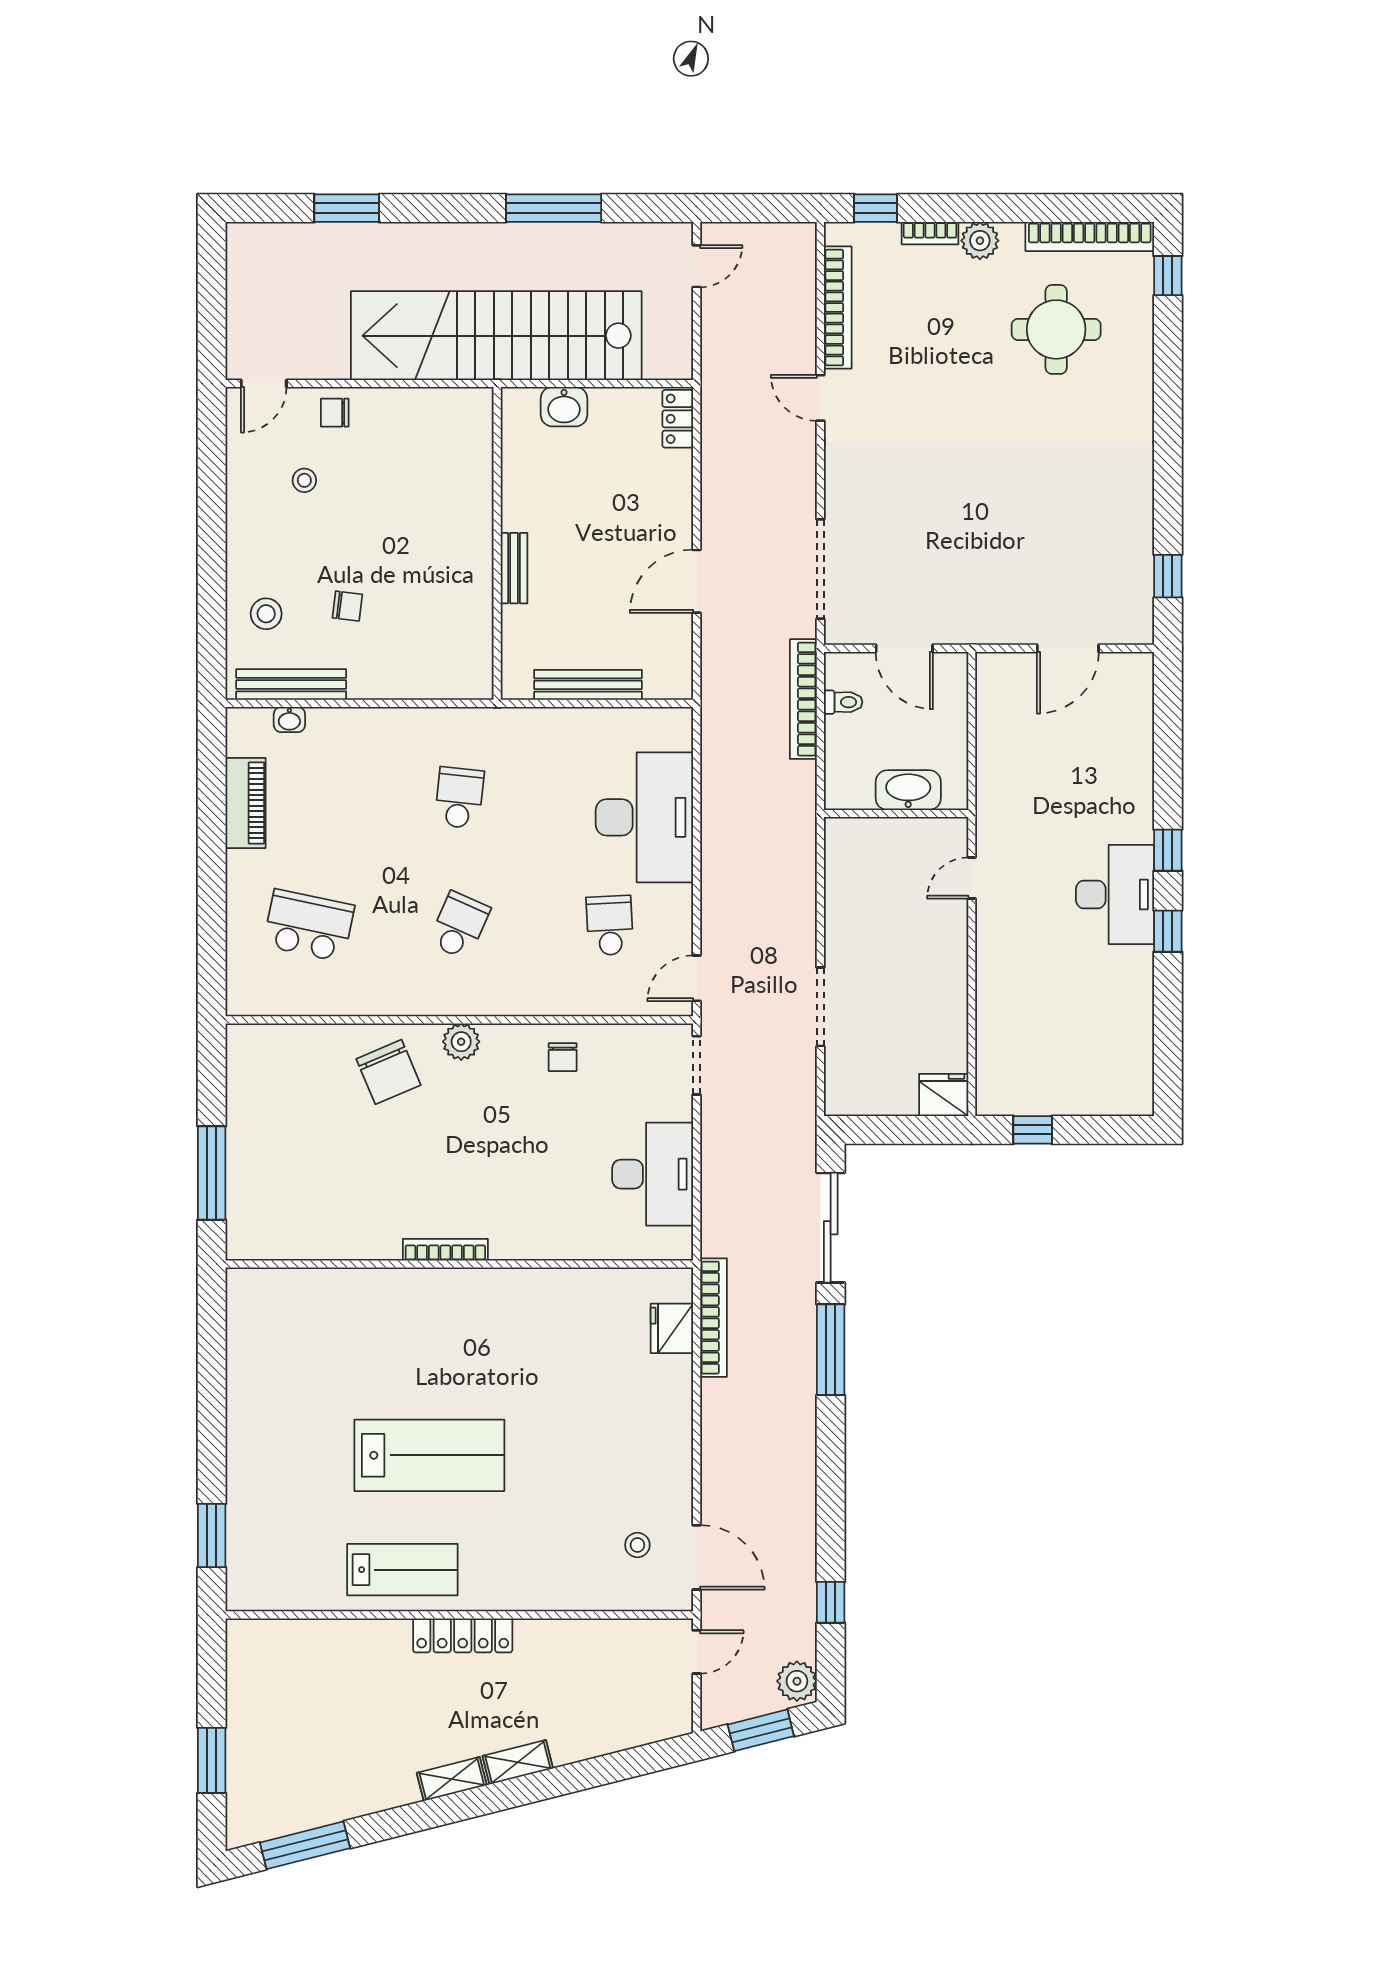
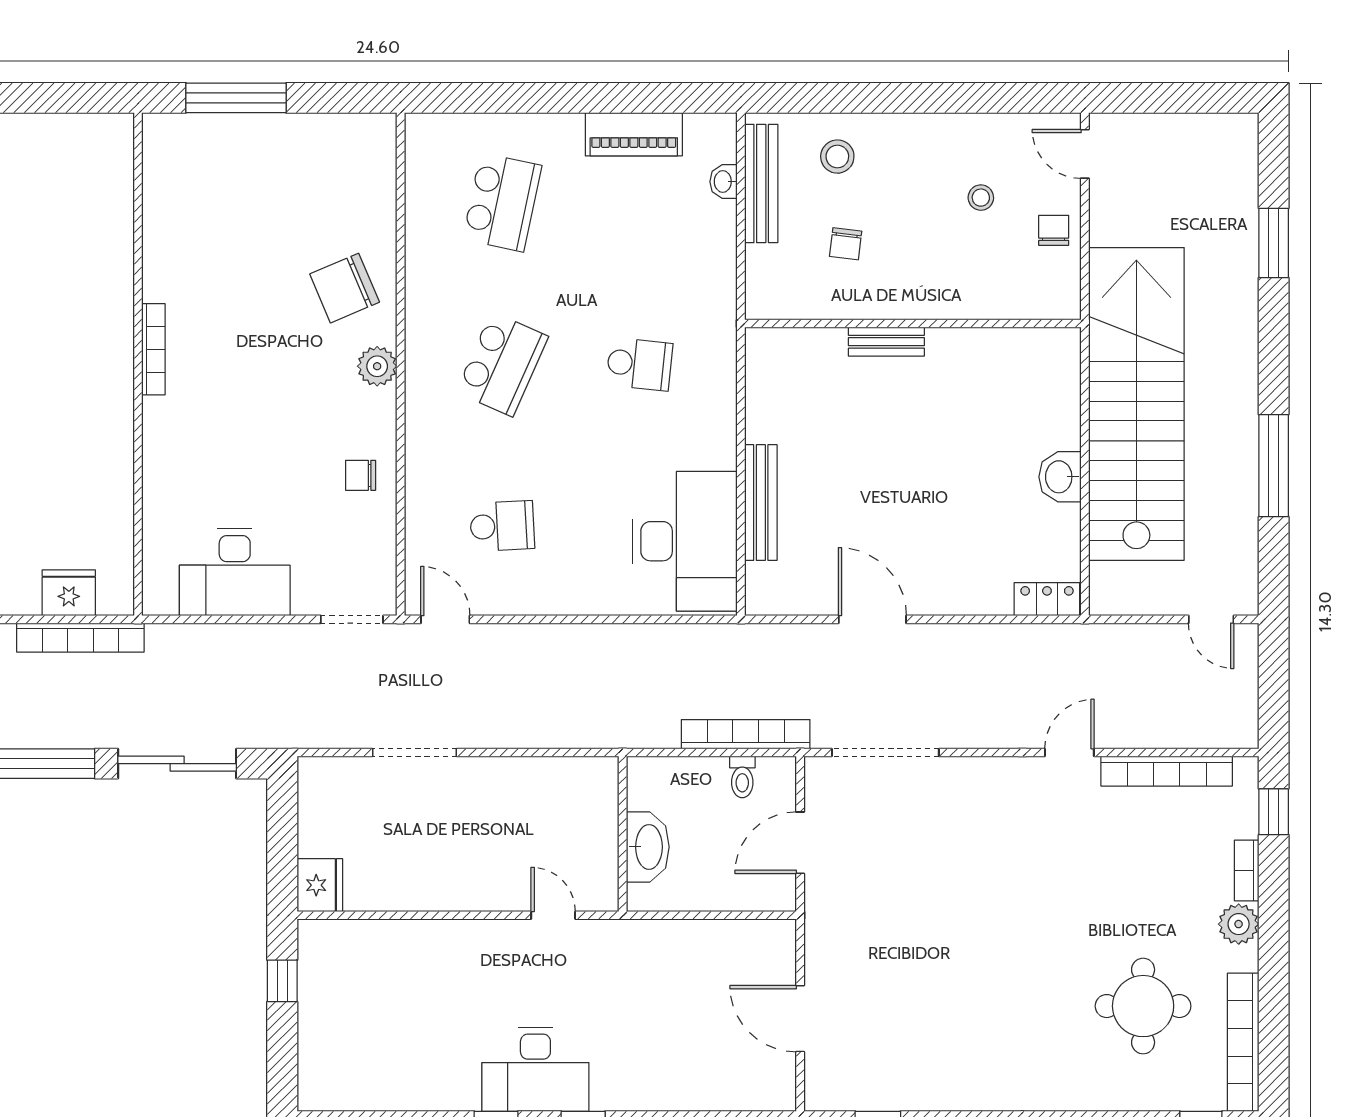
wall: (497, 543) -> (913, 323), moved
bench: (514, 568) -> (886, 342), moved
desk: (644, 817) -> (685, 541), moved, turned -90
school desk: (459, 925) -> (502, 364), width x1.85

